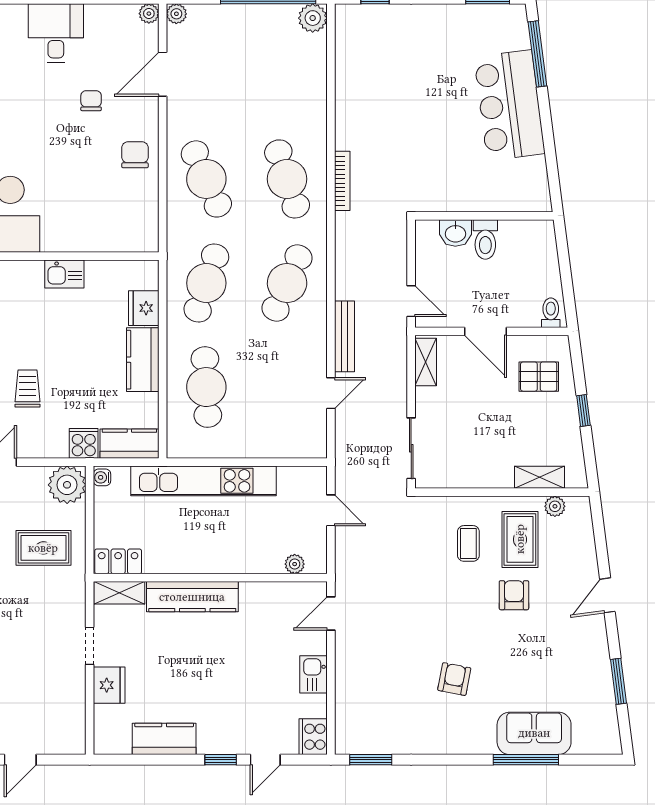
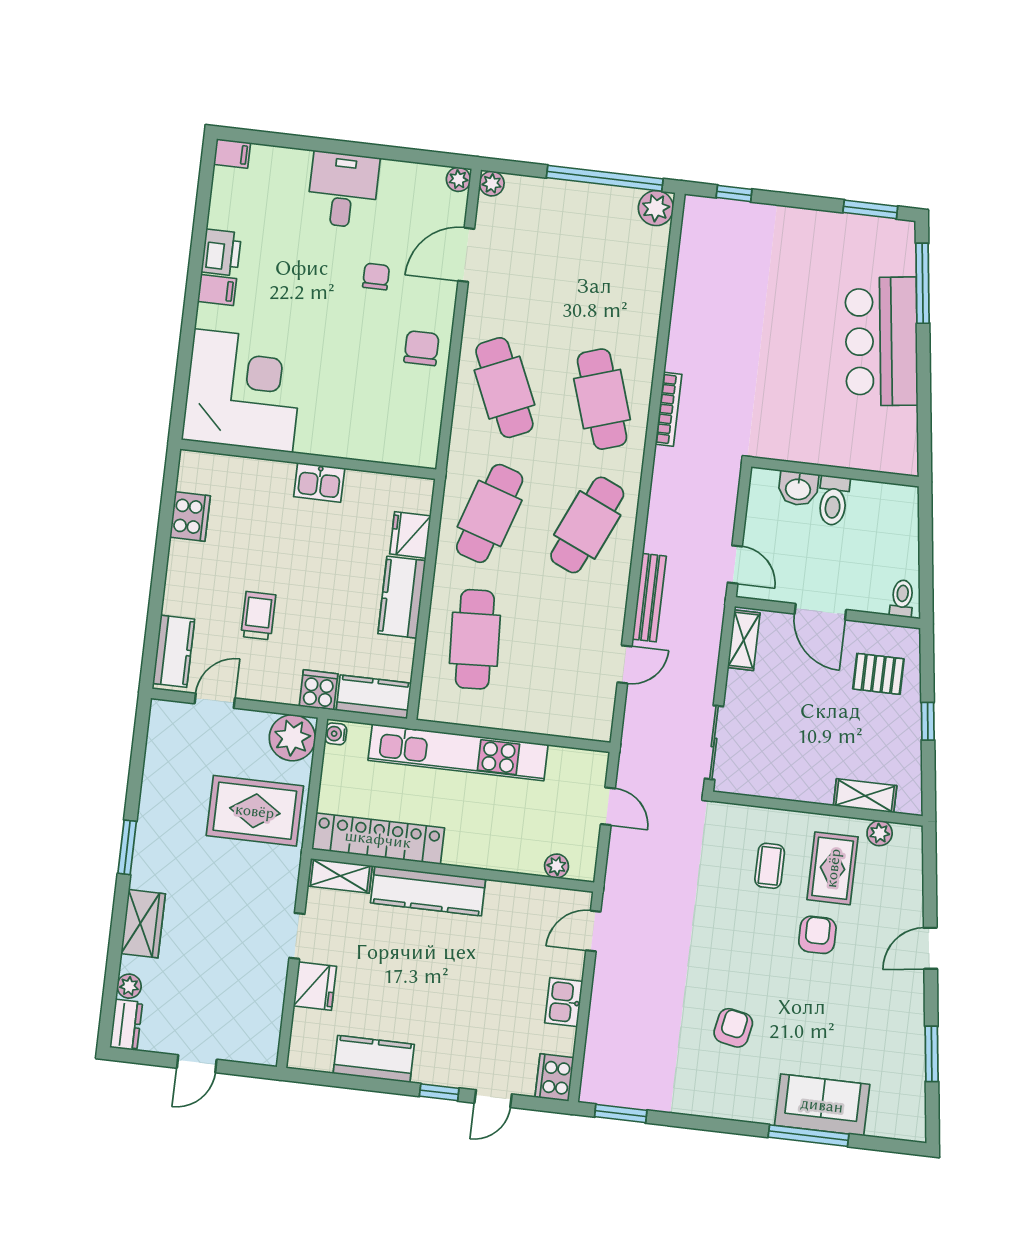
rug: (43, 548) -> (255, 811), width x1.36, depth x1.43
locker: (118, 561) -> (378, 839), width x2.16, depth x1.21

